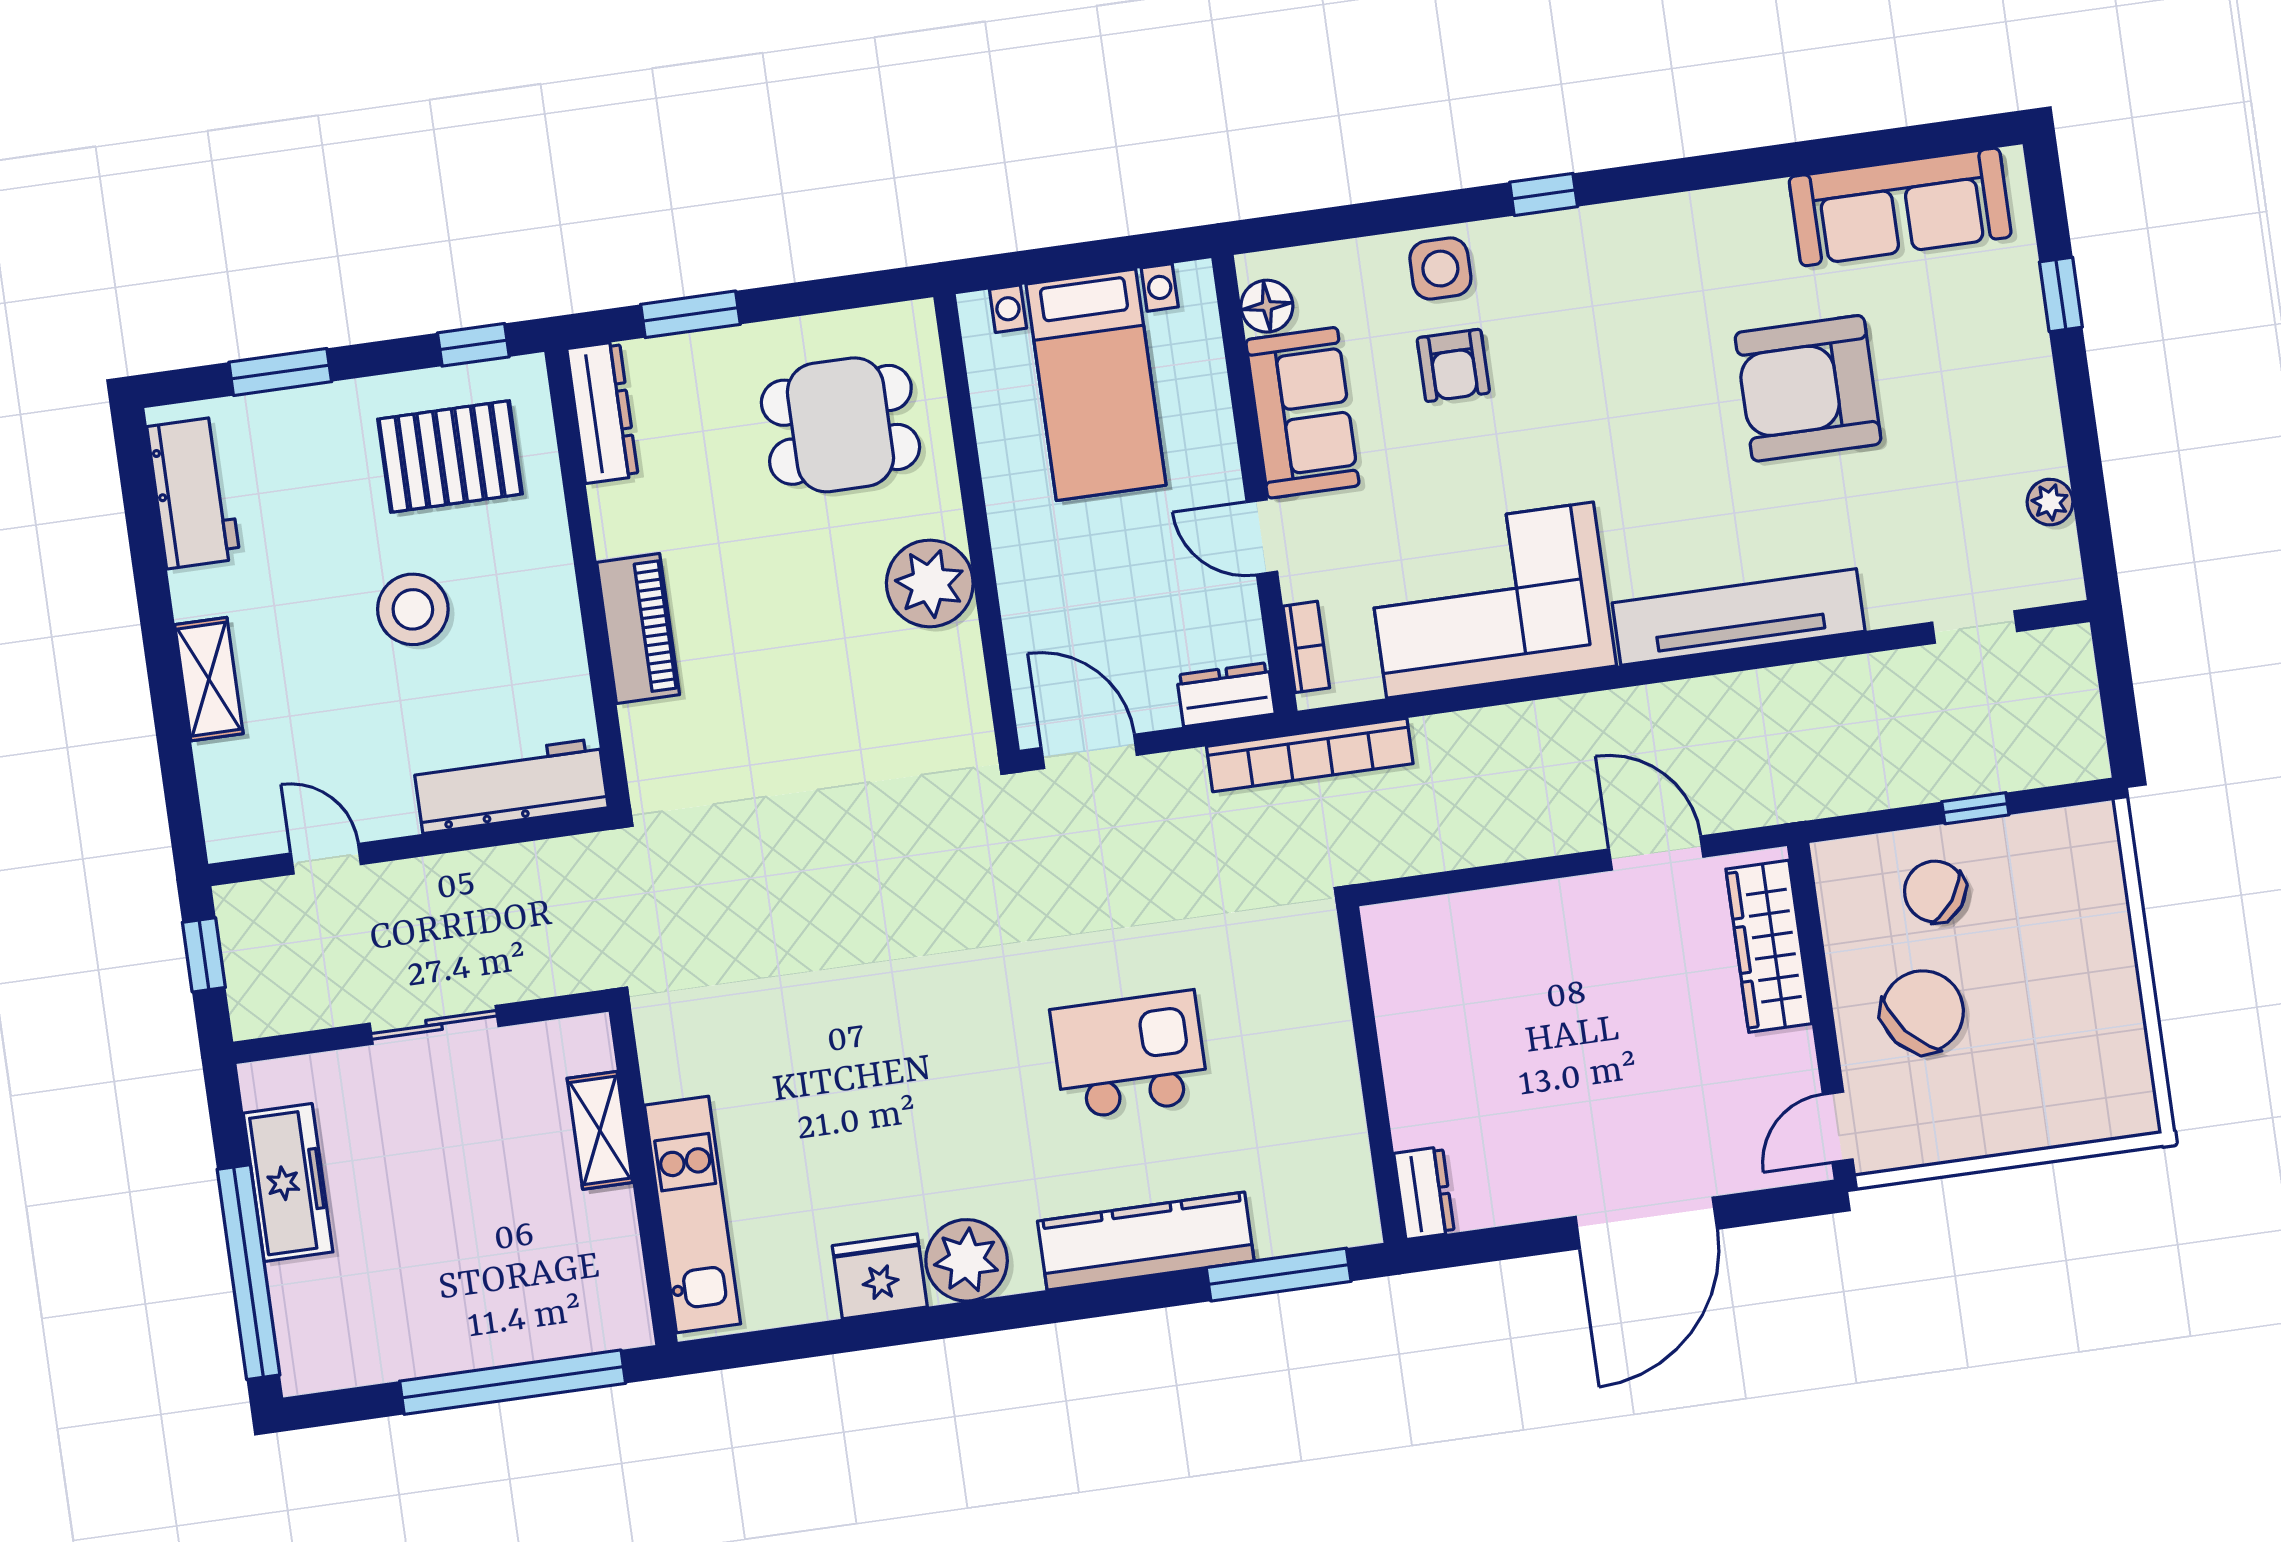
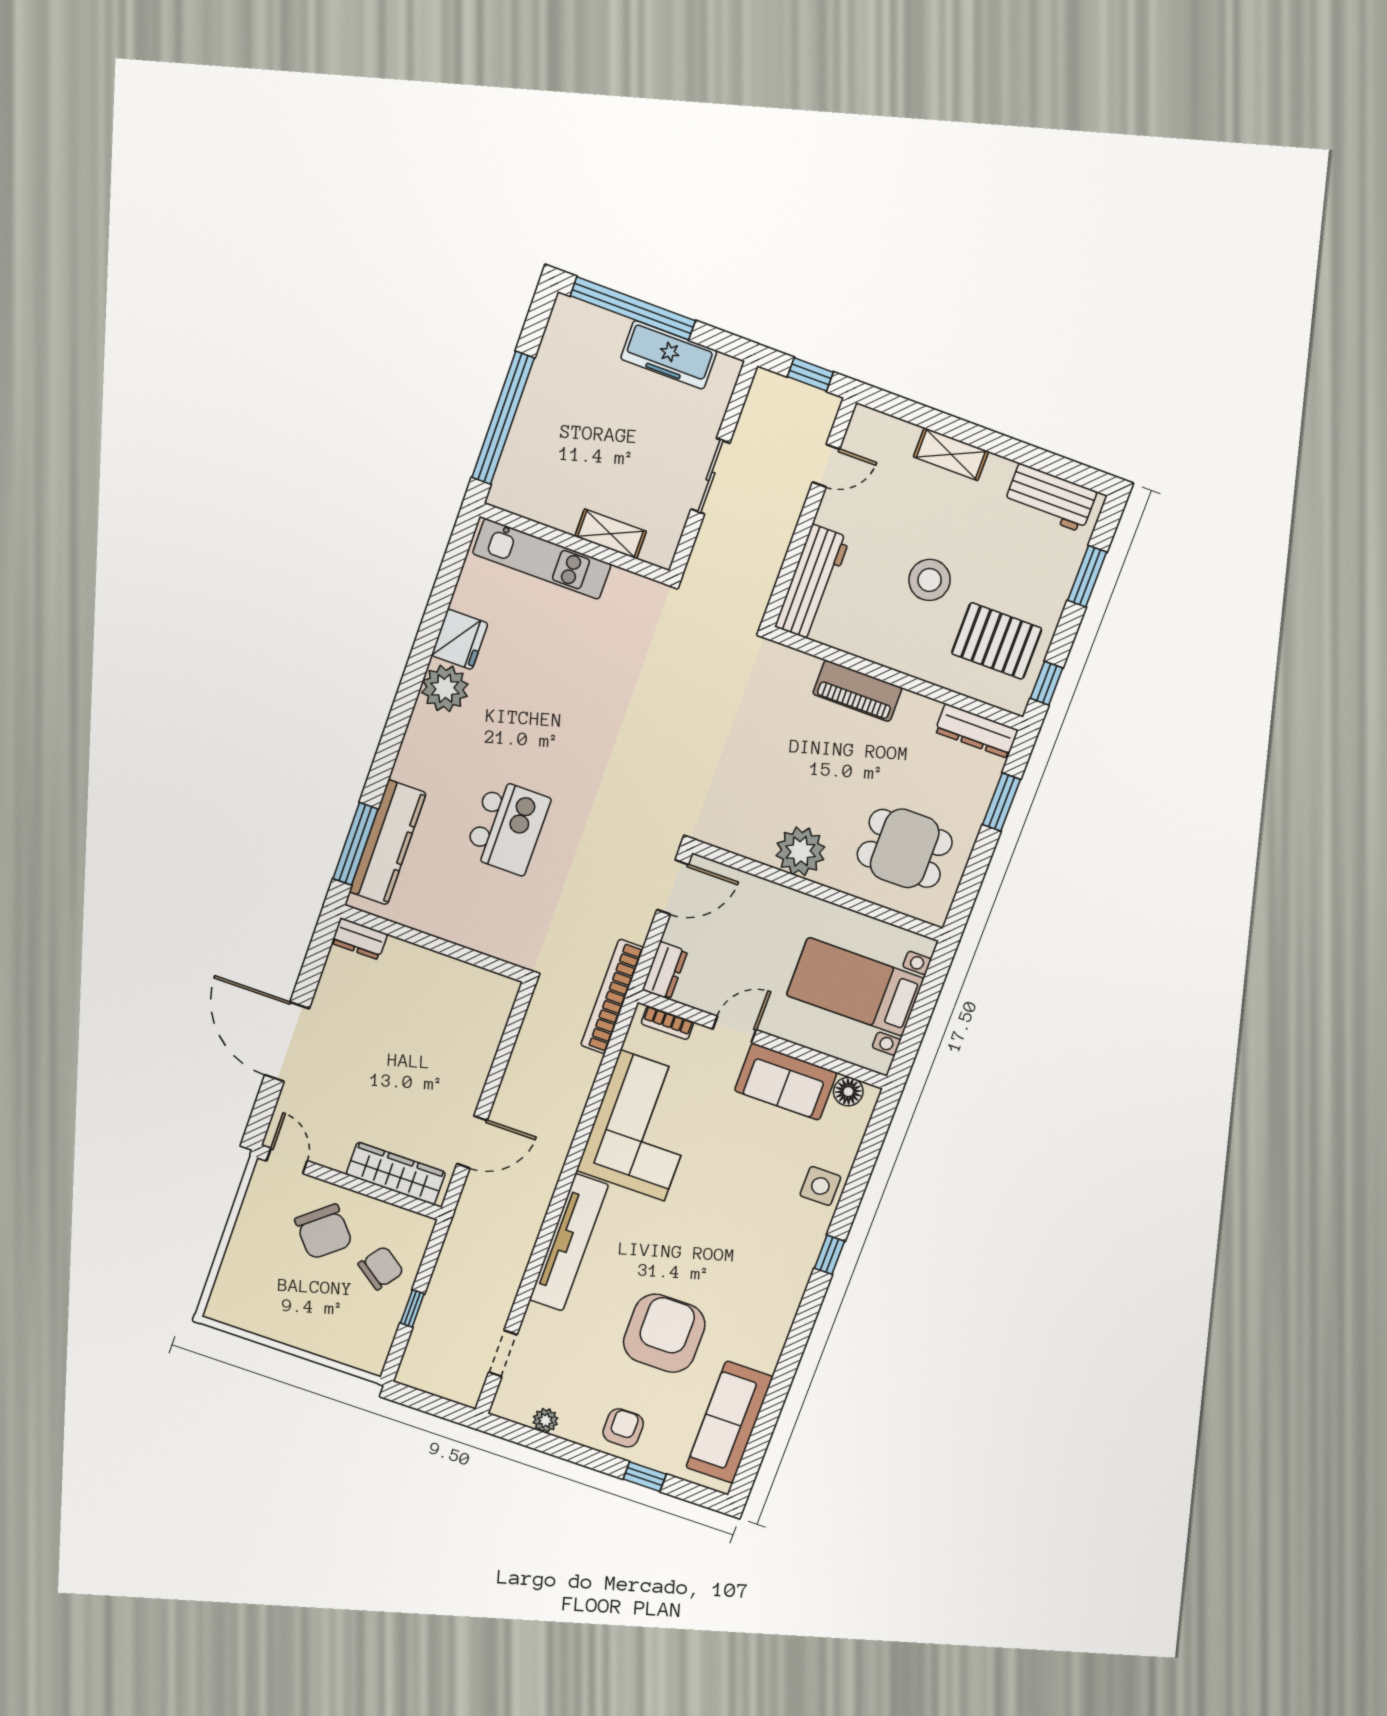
armchair: (1453, 365) -> (623, 1428), moved, turned 90
dining table: (840, 425) -> (905, 848), turned 90
pallet: (450, 457) -> (997, 641), turned 90
kitchen counter: (1146, 1241) -> (388, 842), moved

